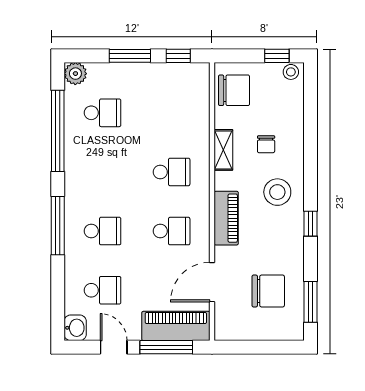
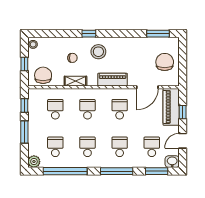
window: (277, 56) -> (24, 64), moved
school desk: (172, 113) -> (55, 109), added
school desk: (102, 172) -> (87, 147), added
window: (311, 224) -> (89, 34), moved
door: (212, 282) -> (147, 87), hinge flipped
chair: (268, 291) -> (165, 62), moved
window: (58, 299) -> (157, 171), added
window: (166, 347) -> (183, 112), width x0.46

